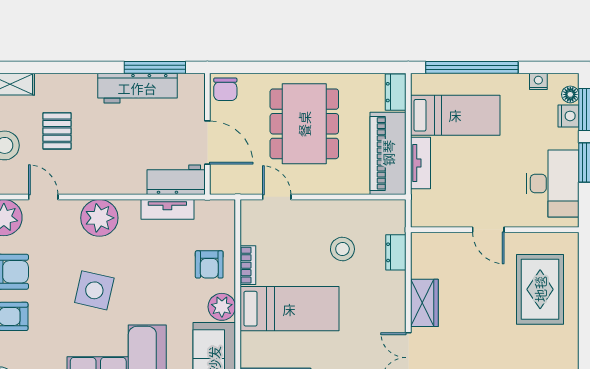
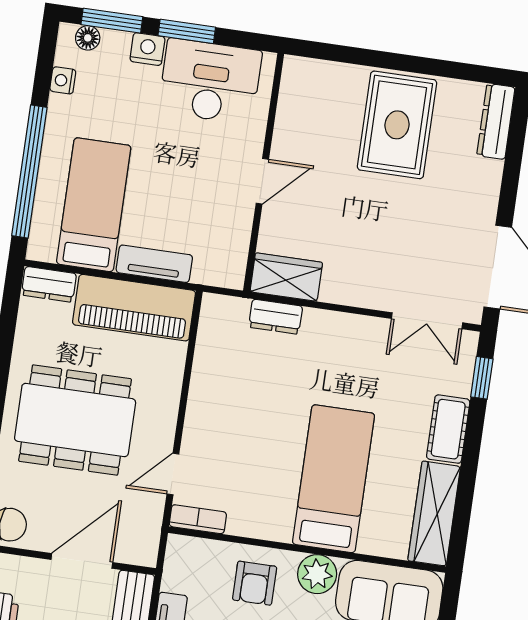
nightstand: (568, 116) -> (147, 49), moved
stool: (342, 249) -> (260, 392), removed
armchair: (209, 264) -> (255, 583), turned 90
bookcase: (248, 265) -> (198, 519), moved
rug: (540, 289) -> (397, 125), moved, turned 90
wardrobe: (424, 303) -> (286, 277), moved

